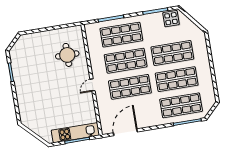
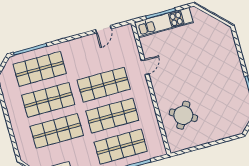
round table: (67, 55) -> (183, 115), turned 30
door: (92, 85) -> (145, 67), moved
door: (125, 132) -> (103, 29), width x0.53

